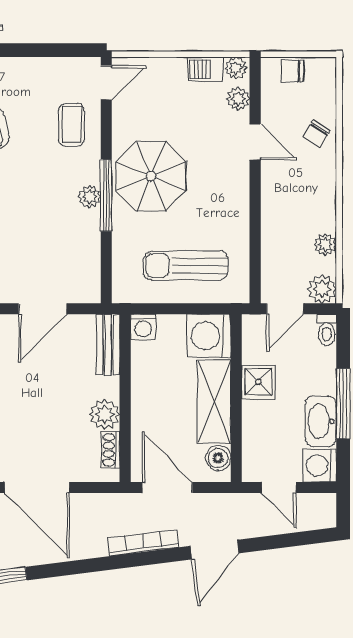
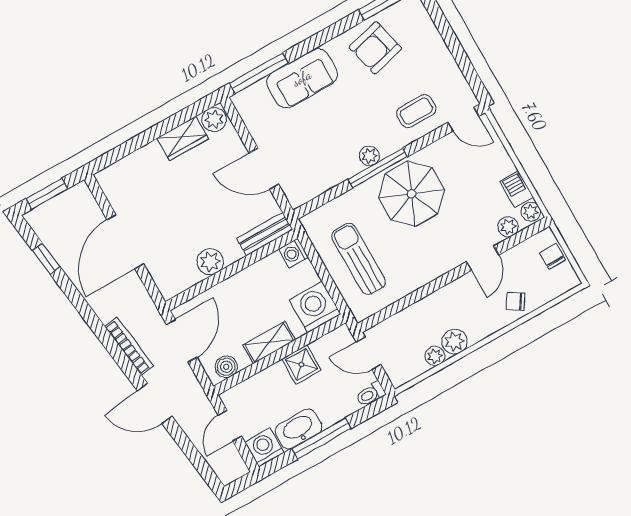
plant: (322, 289) -> (454, 342), moved
shelving: (214, 402) -> (269, 342), width x0.67, depth x0.75
shoe rack: (111, 450) -> (186, 282), removed

